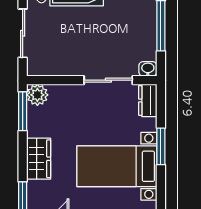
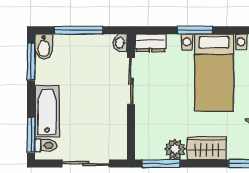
plant: (37, 95) -> (175, 149), moved

